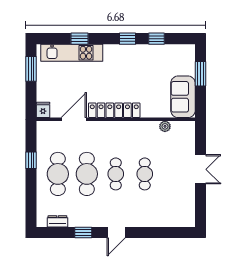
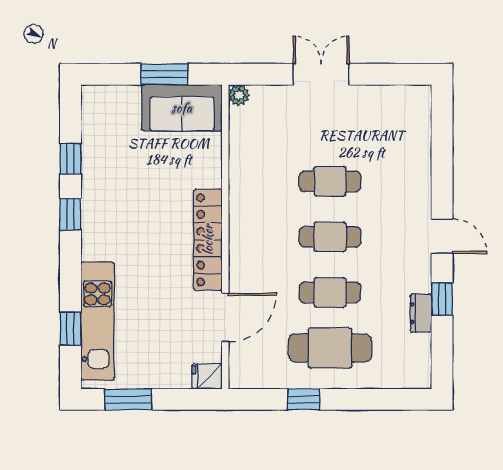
window: (79, 39) -> (70, 329), moved
window: (200, 74) -> (164, 74), moved
door: (74, 119) -> (225, 317), swing flipped
plant: (165, 126) -> (239, 95), moved
cafe table: (87, 174) -> (330, 292), width x0.73, depth x0.74
dresser: (57, 221) -> (421, 313), moved

